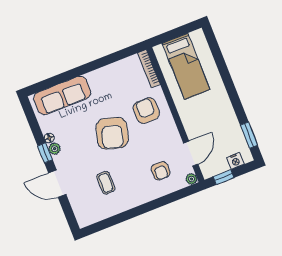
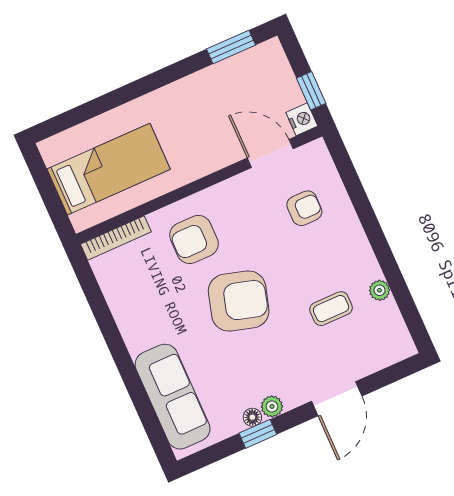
window: (45, 153) -> (258, 434), moved
nightstand: (235, 161) -> (302, 119), moved
plant: (192, 179) -> (380, 290), moved

